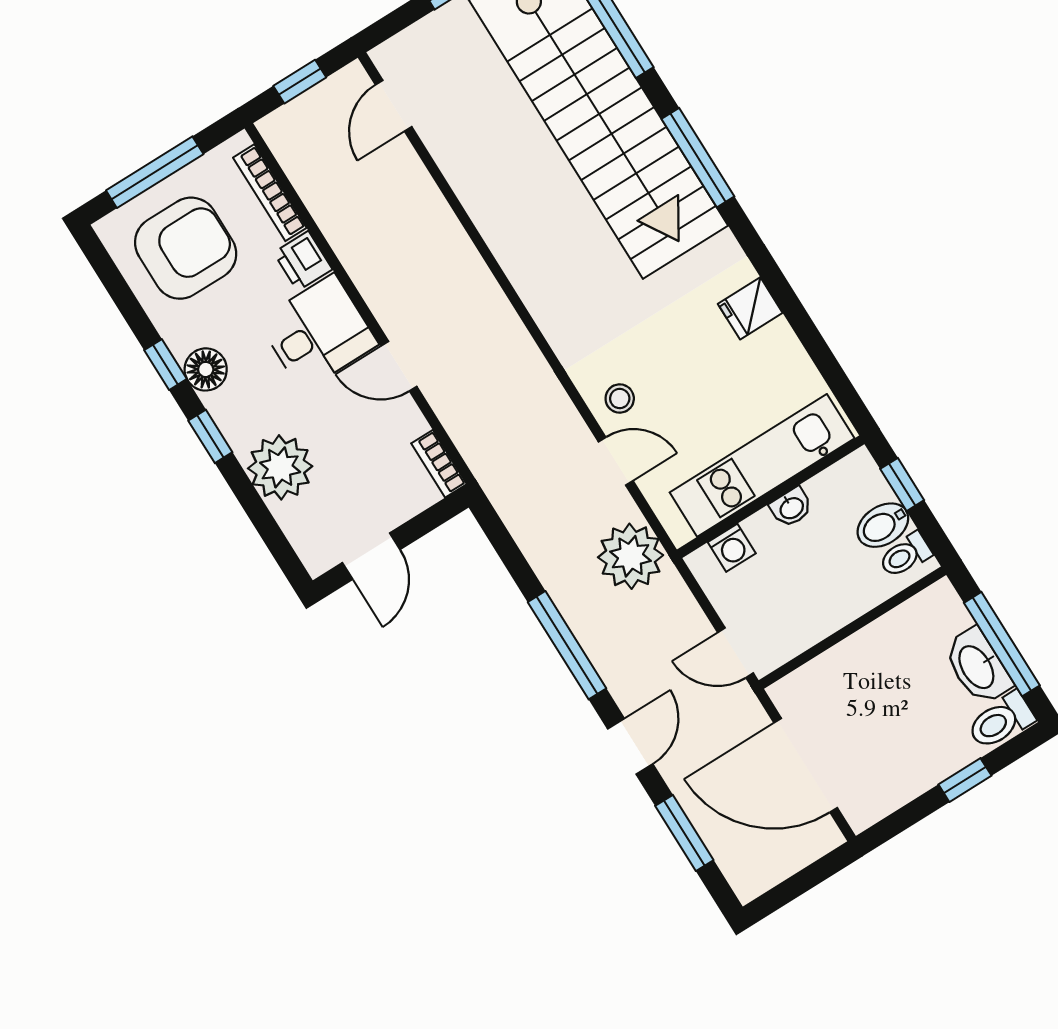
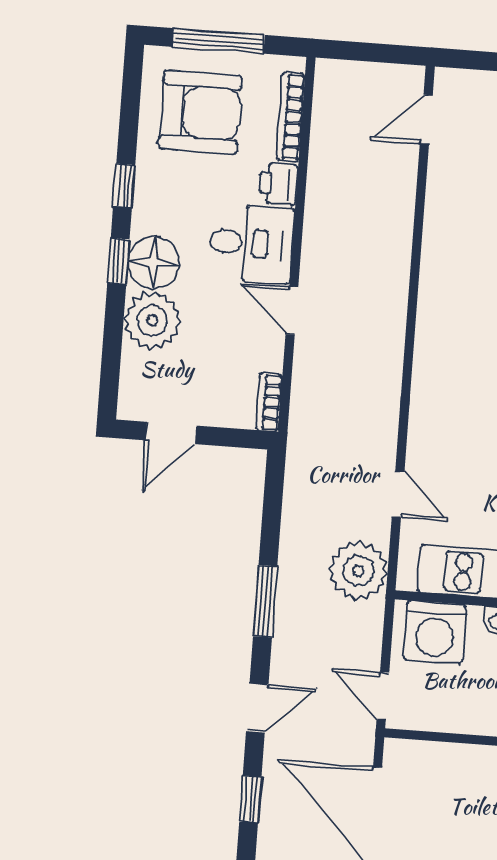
window: (300, 82) -> (371, 52), removed
floor lamp: (206, 369) -> (154, 263), moved, width x1.38, depth x1.38
stool: (620, 399) -> (434, 451), removed
washing machine: (732, 548) -> (435, 632), width x1.89, depth x1.89
window: (567, 645) -> (265, 601), width x0.69
window: (684, 833) -> (250, 799), width x0.67

